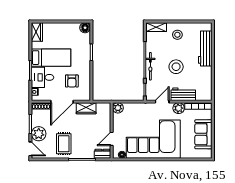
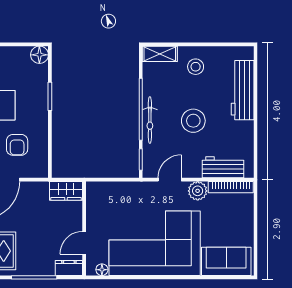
workbench: (183, 94) -> (223, 167), moved
wardrobe: (86, 108) -> (66, 191), moved
plant: (118, 108) -> (95, 190), removed
sofa: (203, 134) -> (226, 261), moved, turned 90

